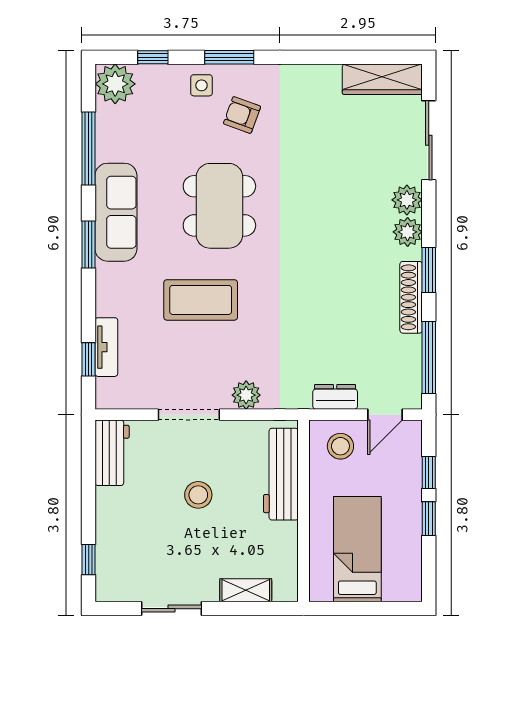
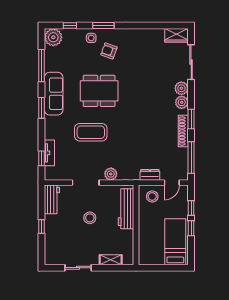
wardrobe: (382, 79) -> (176, 35), width x0.67
dining table: (219, 206) -> (99, 91), turned 90
bed: (357, 549) -> (175, 242), moved
window: (89, 560) -> (42, 227), moved

